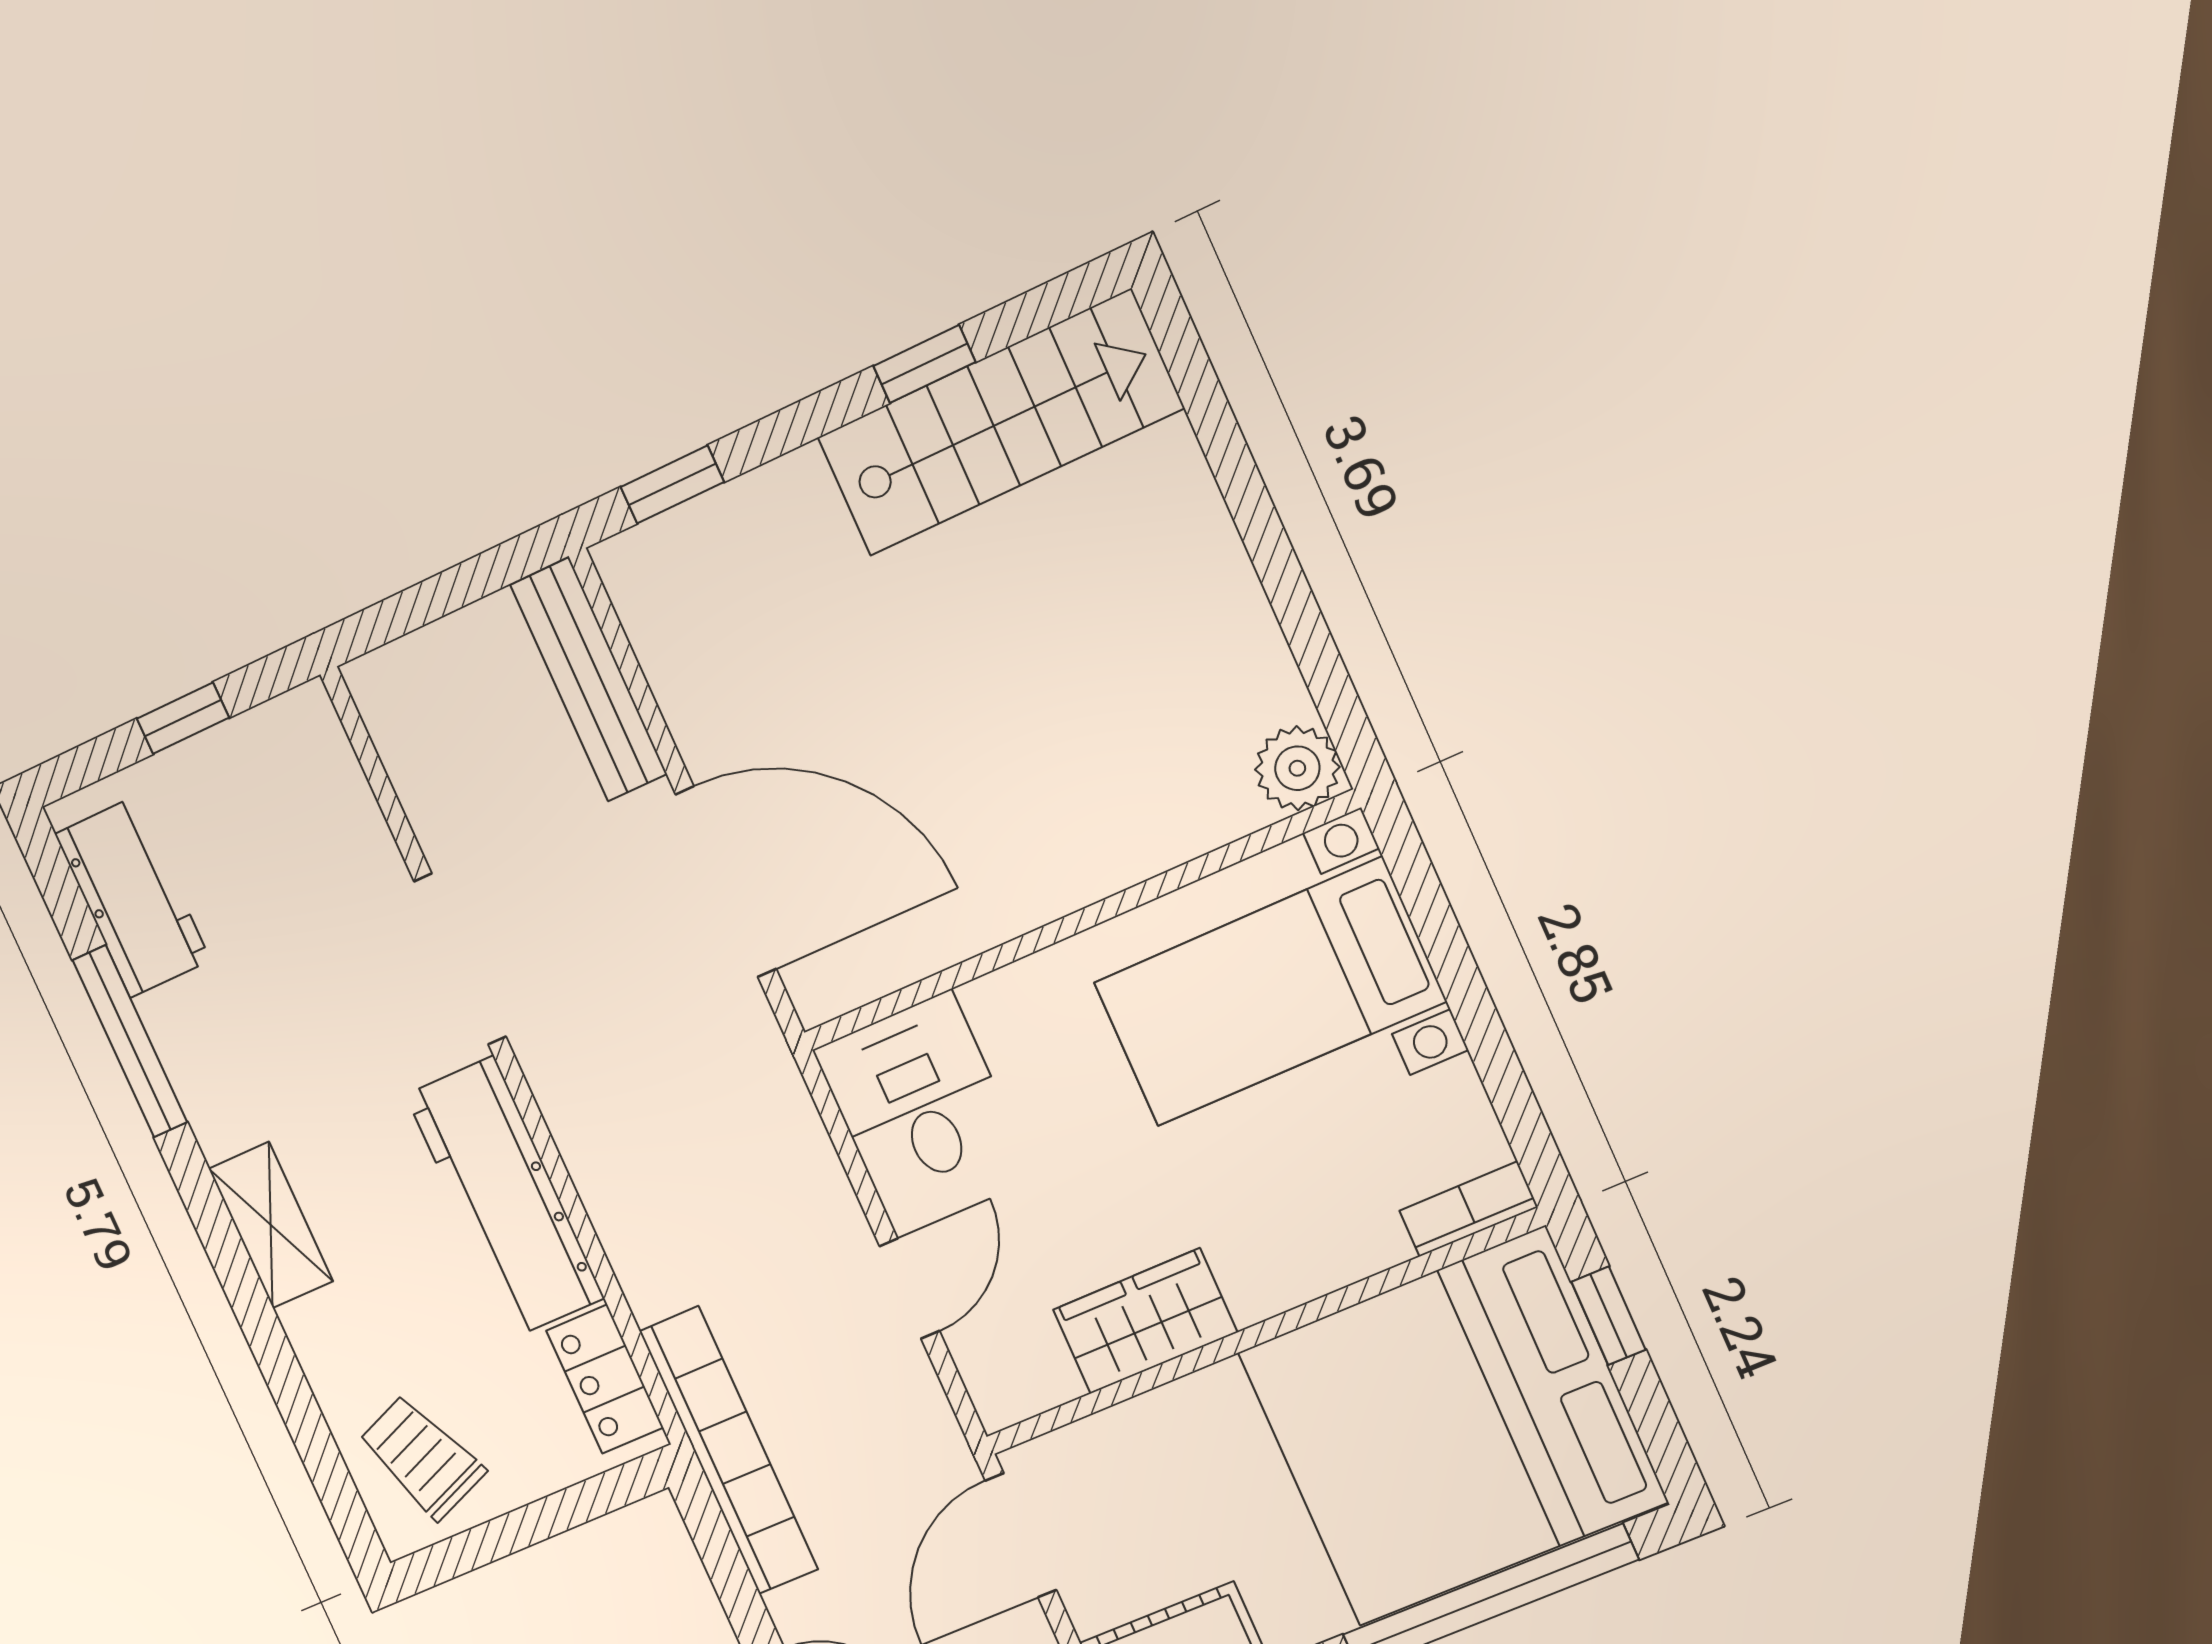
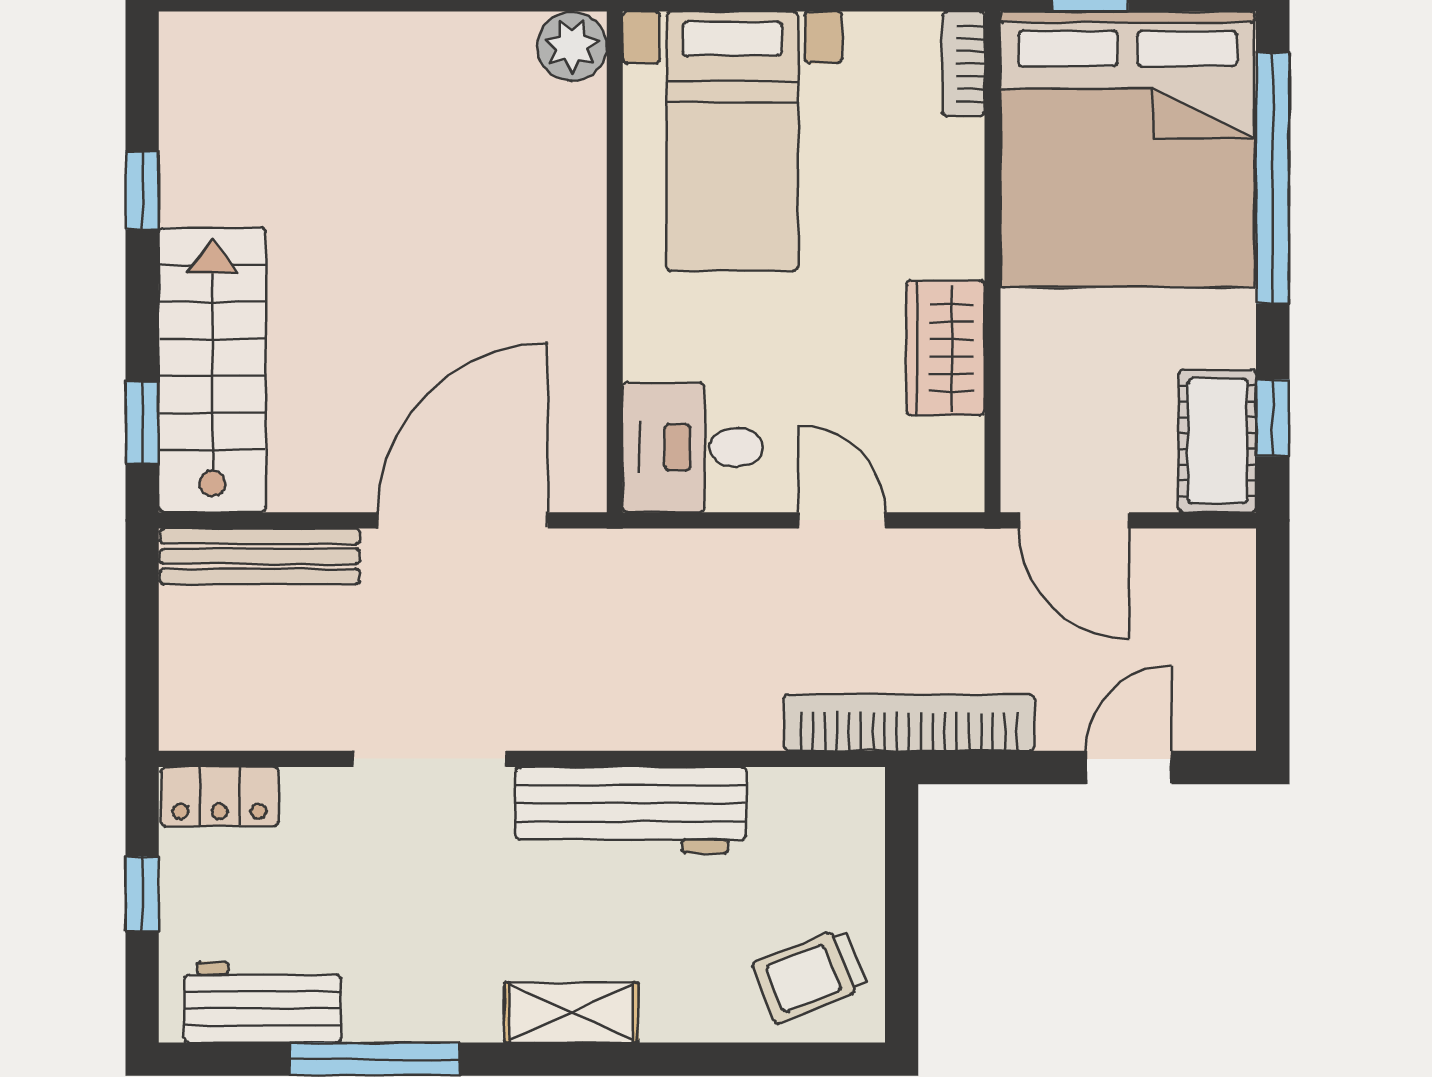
stairs: (1000, 423) -> (212, 370), moved
locker: (605, 1379) -> (220, 797), moved

